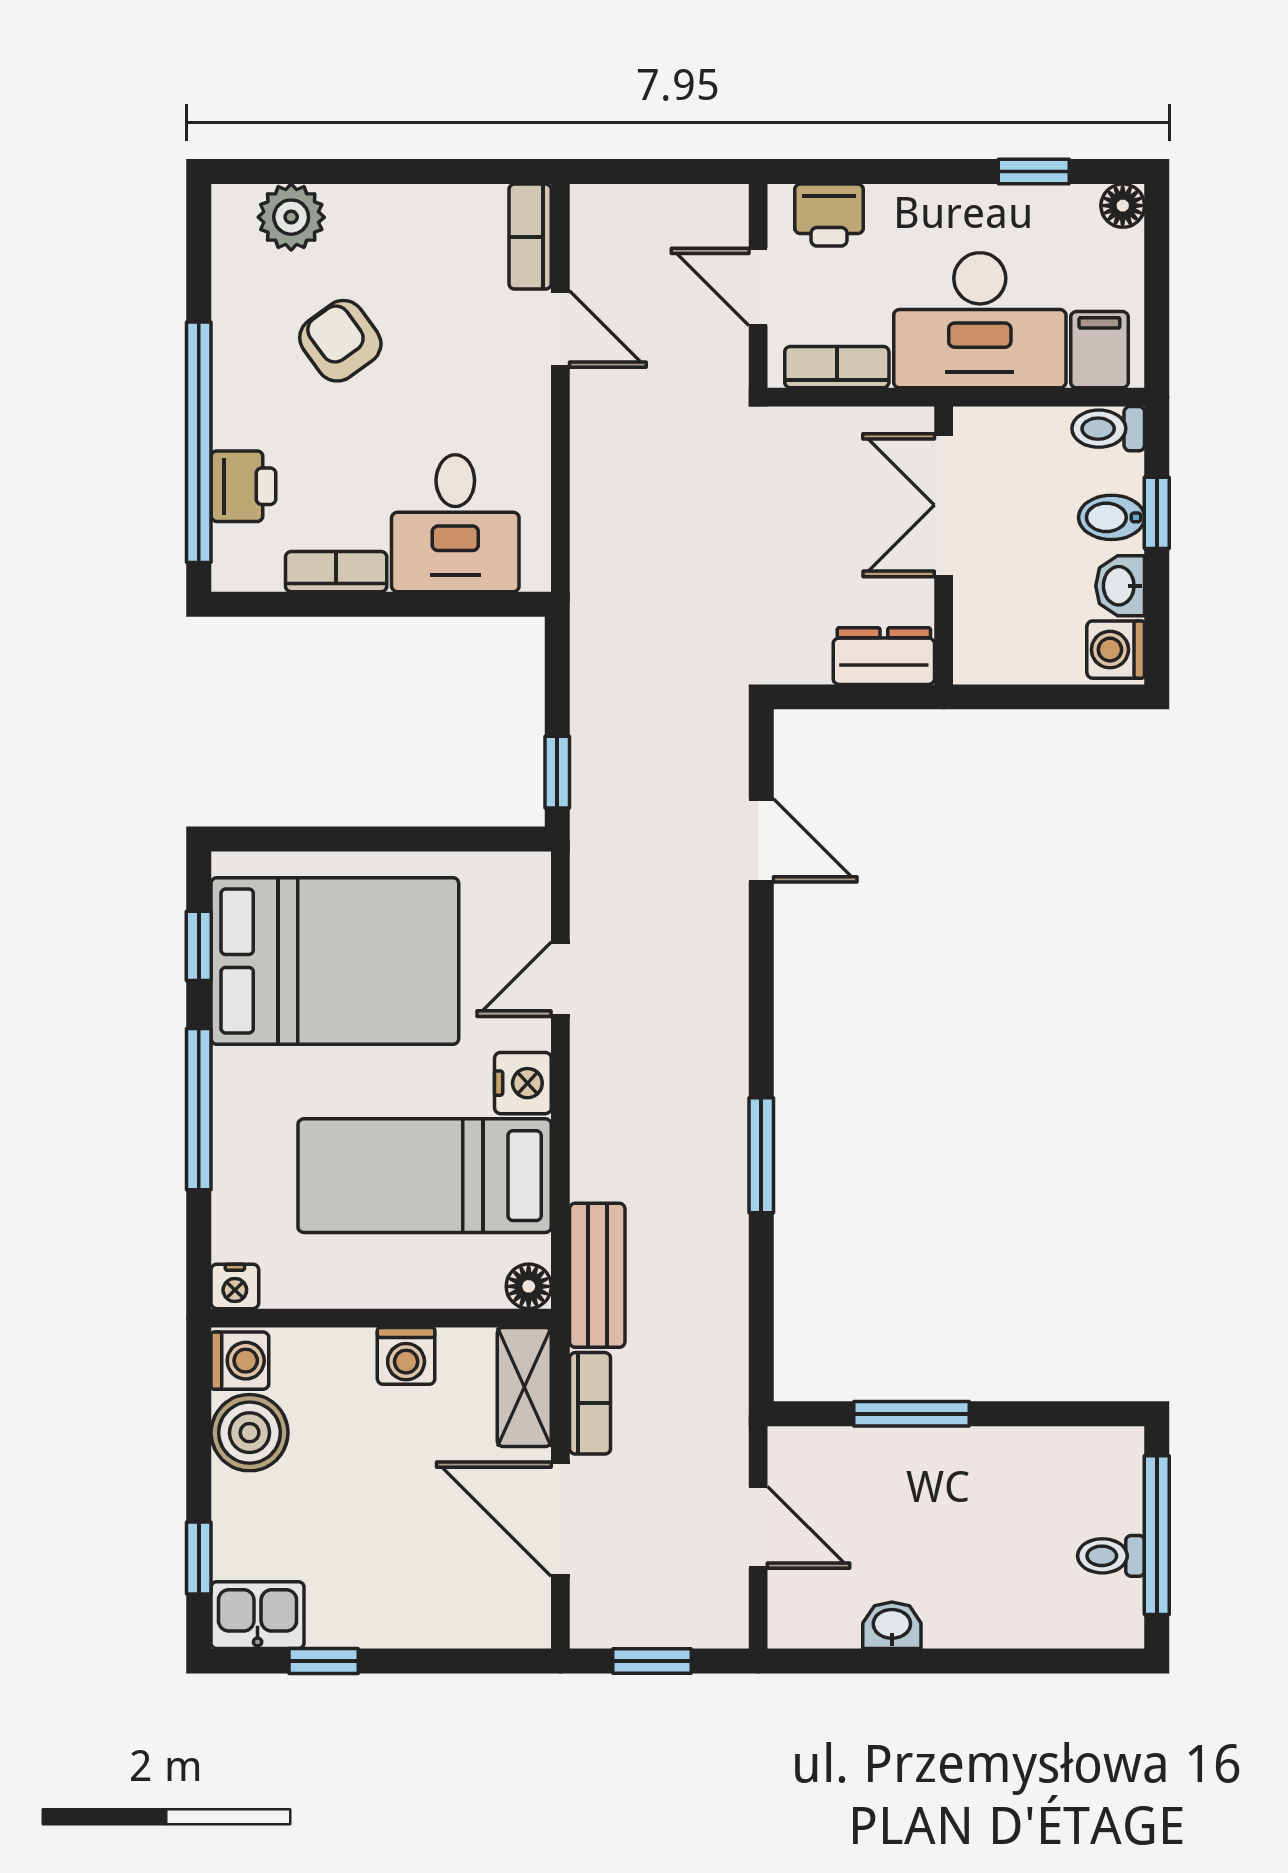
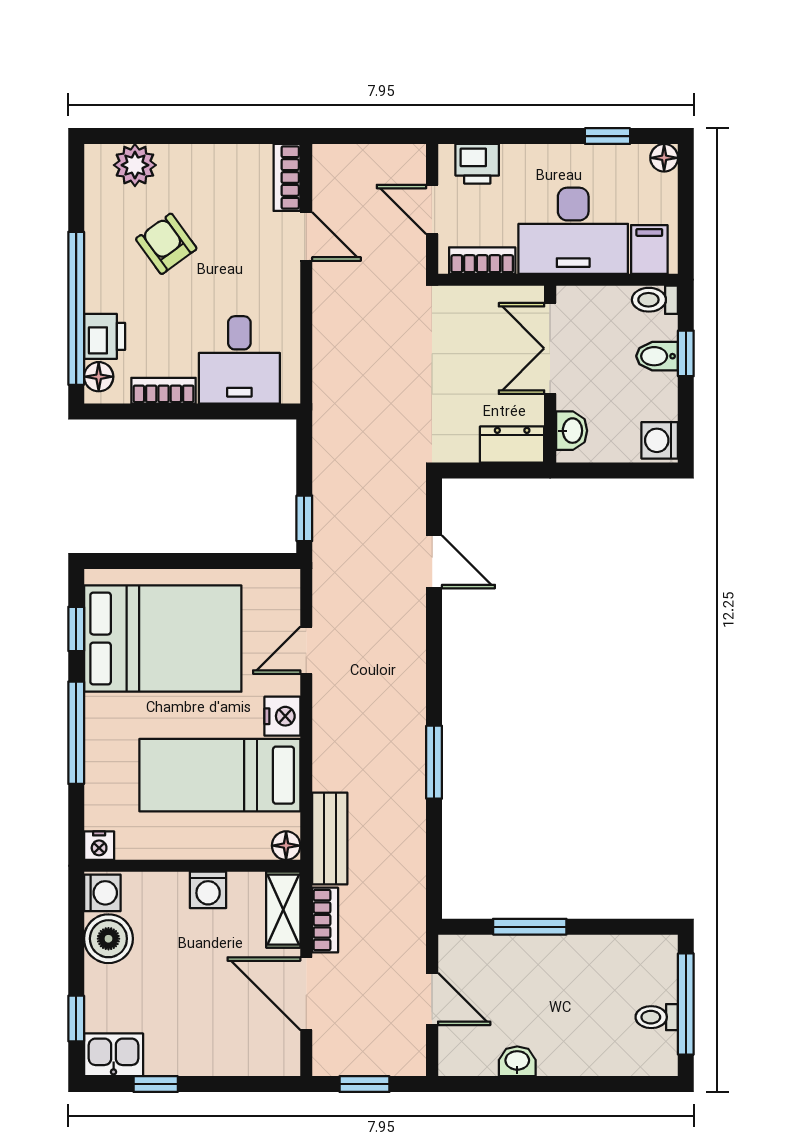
floor lamp: (234, 550) -> (99, 377), added
washbasin: (1120, 586) -> (572, 431), moved, turned 180

